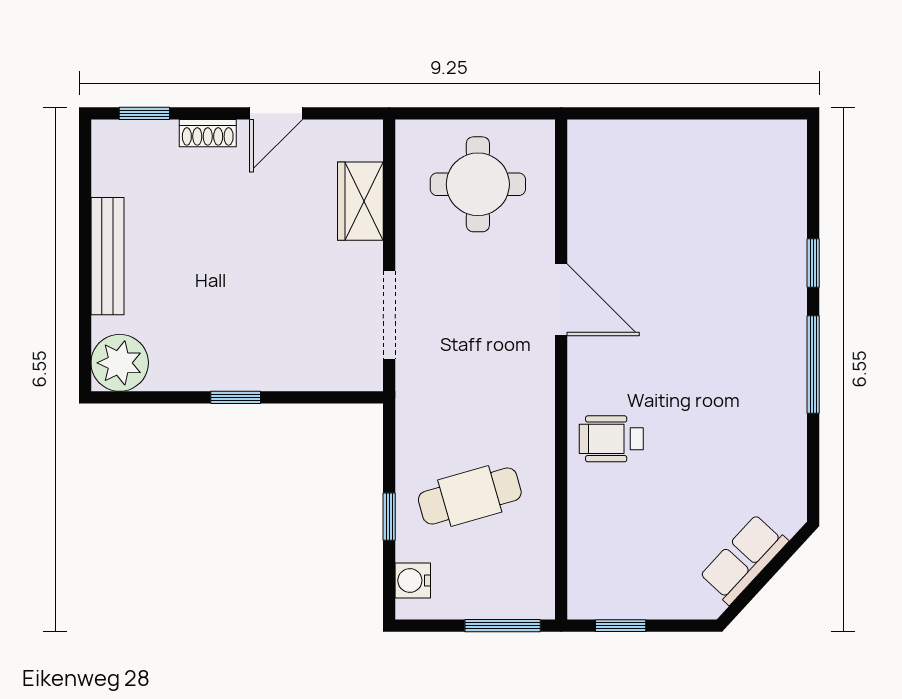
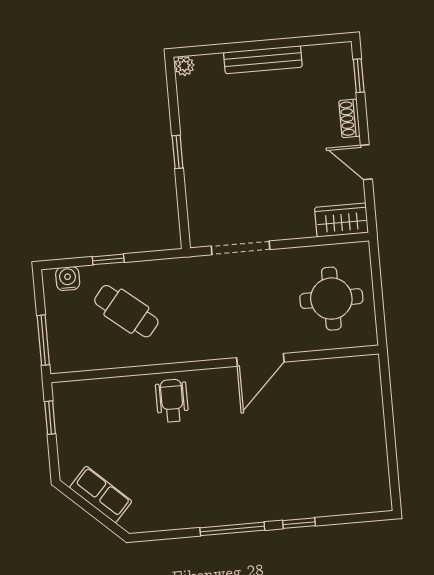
wardrobe: (360, 201) -> (342, 220), moved
plant: (120, 363) -> (184, 66), width x0.53, depth x0.53
cafe table: (470, 496) -> (126, 311), turned -35

